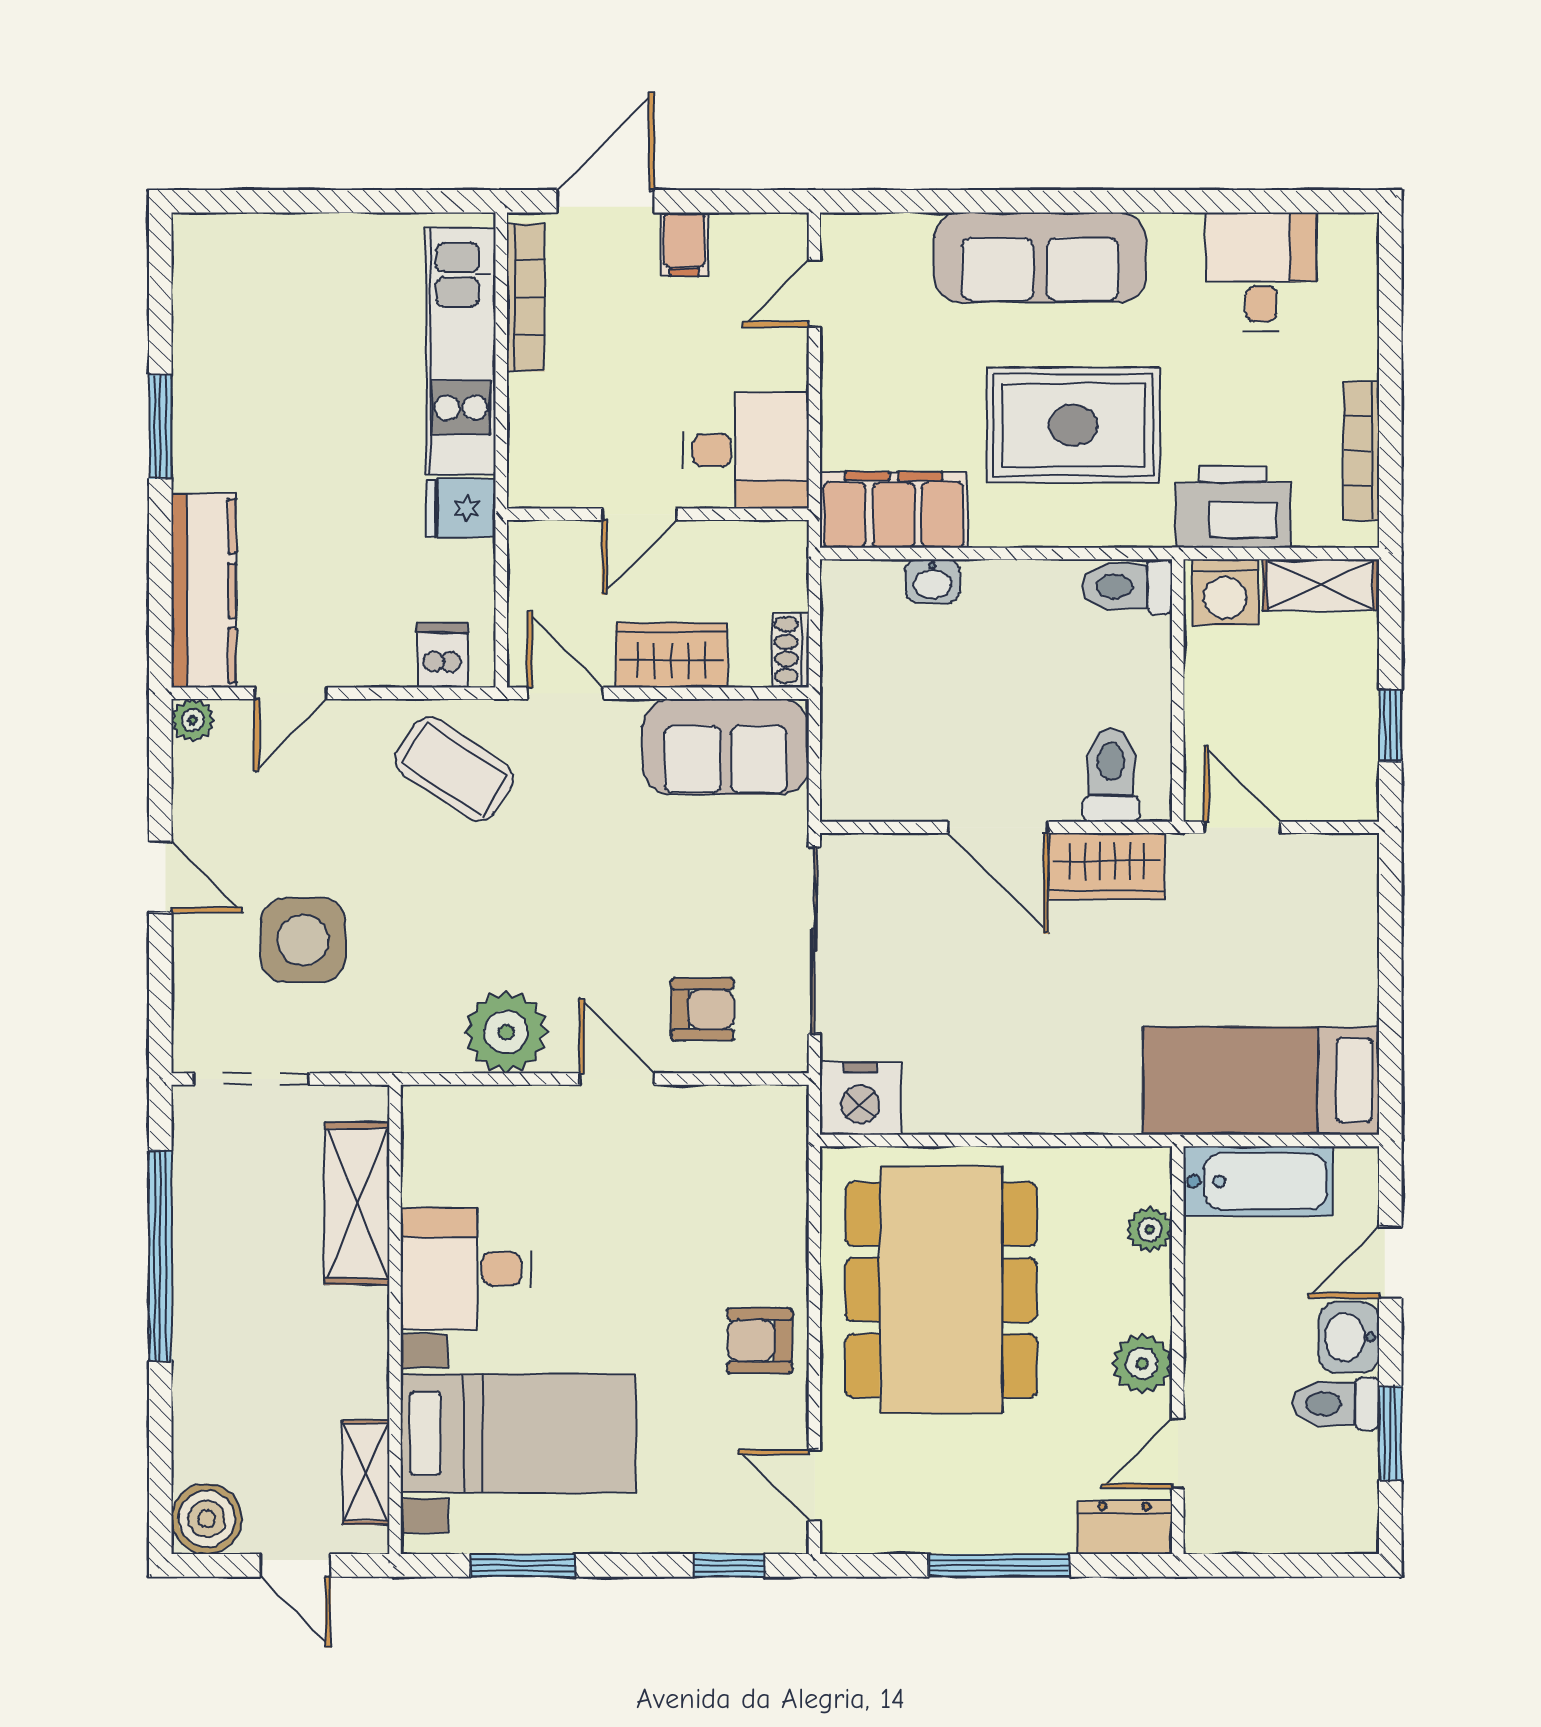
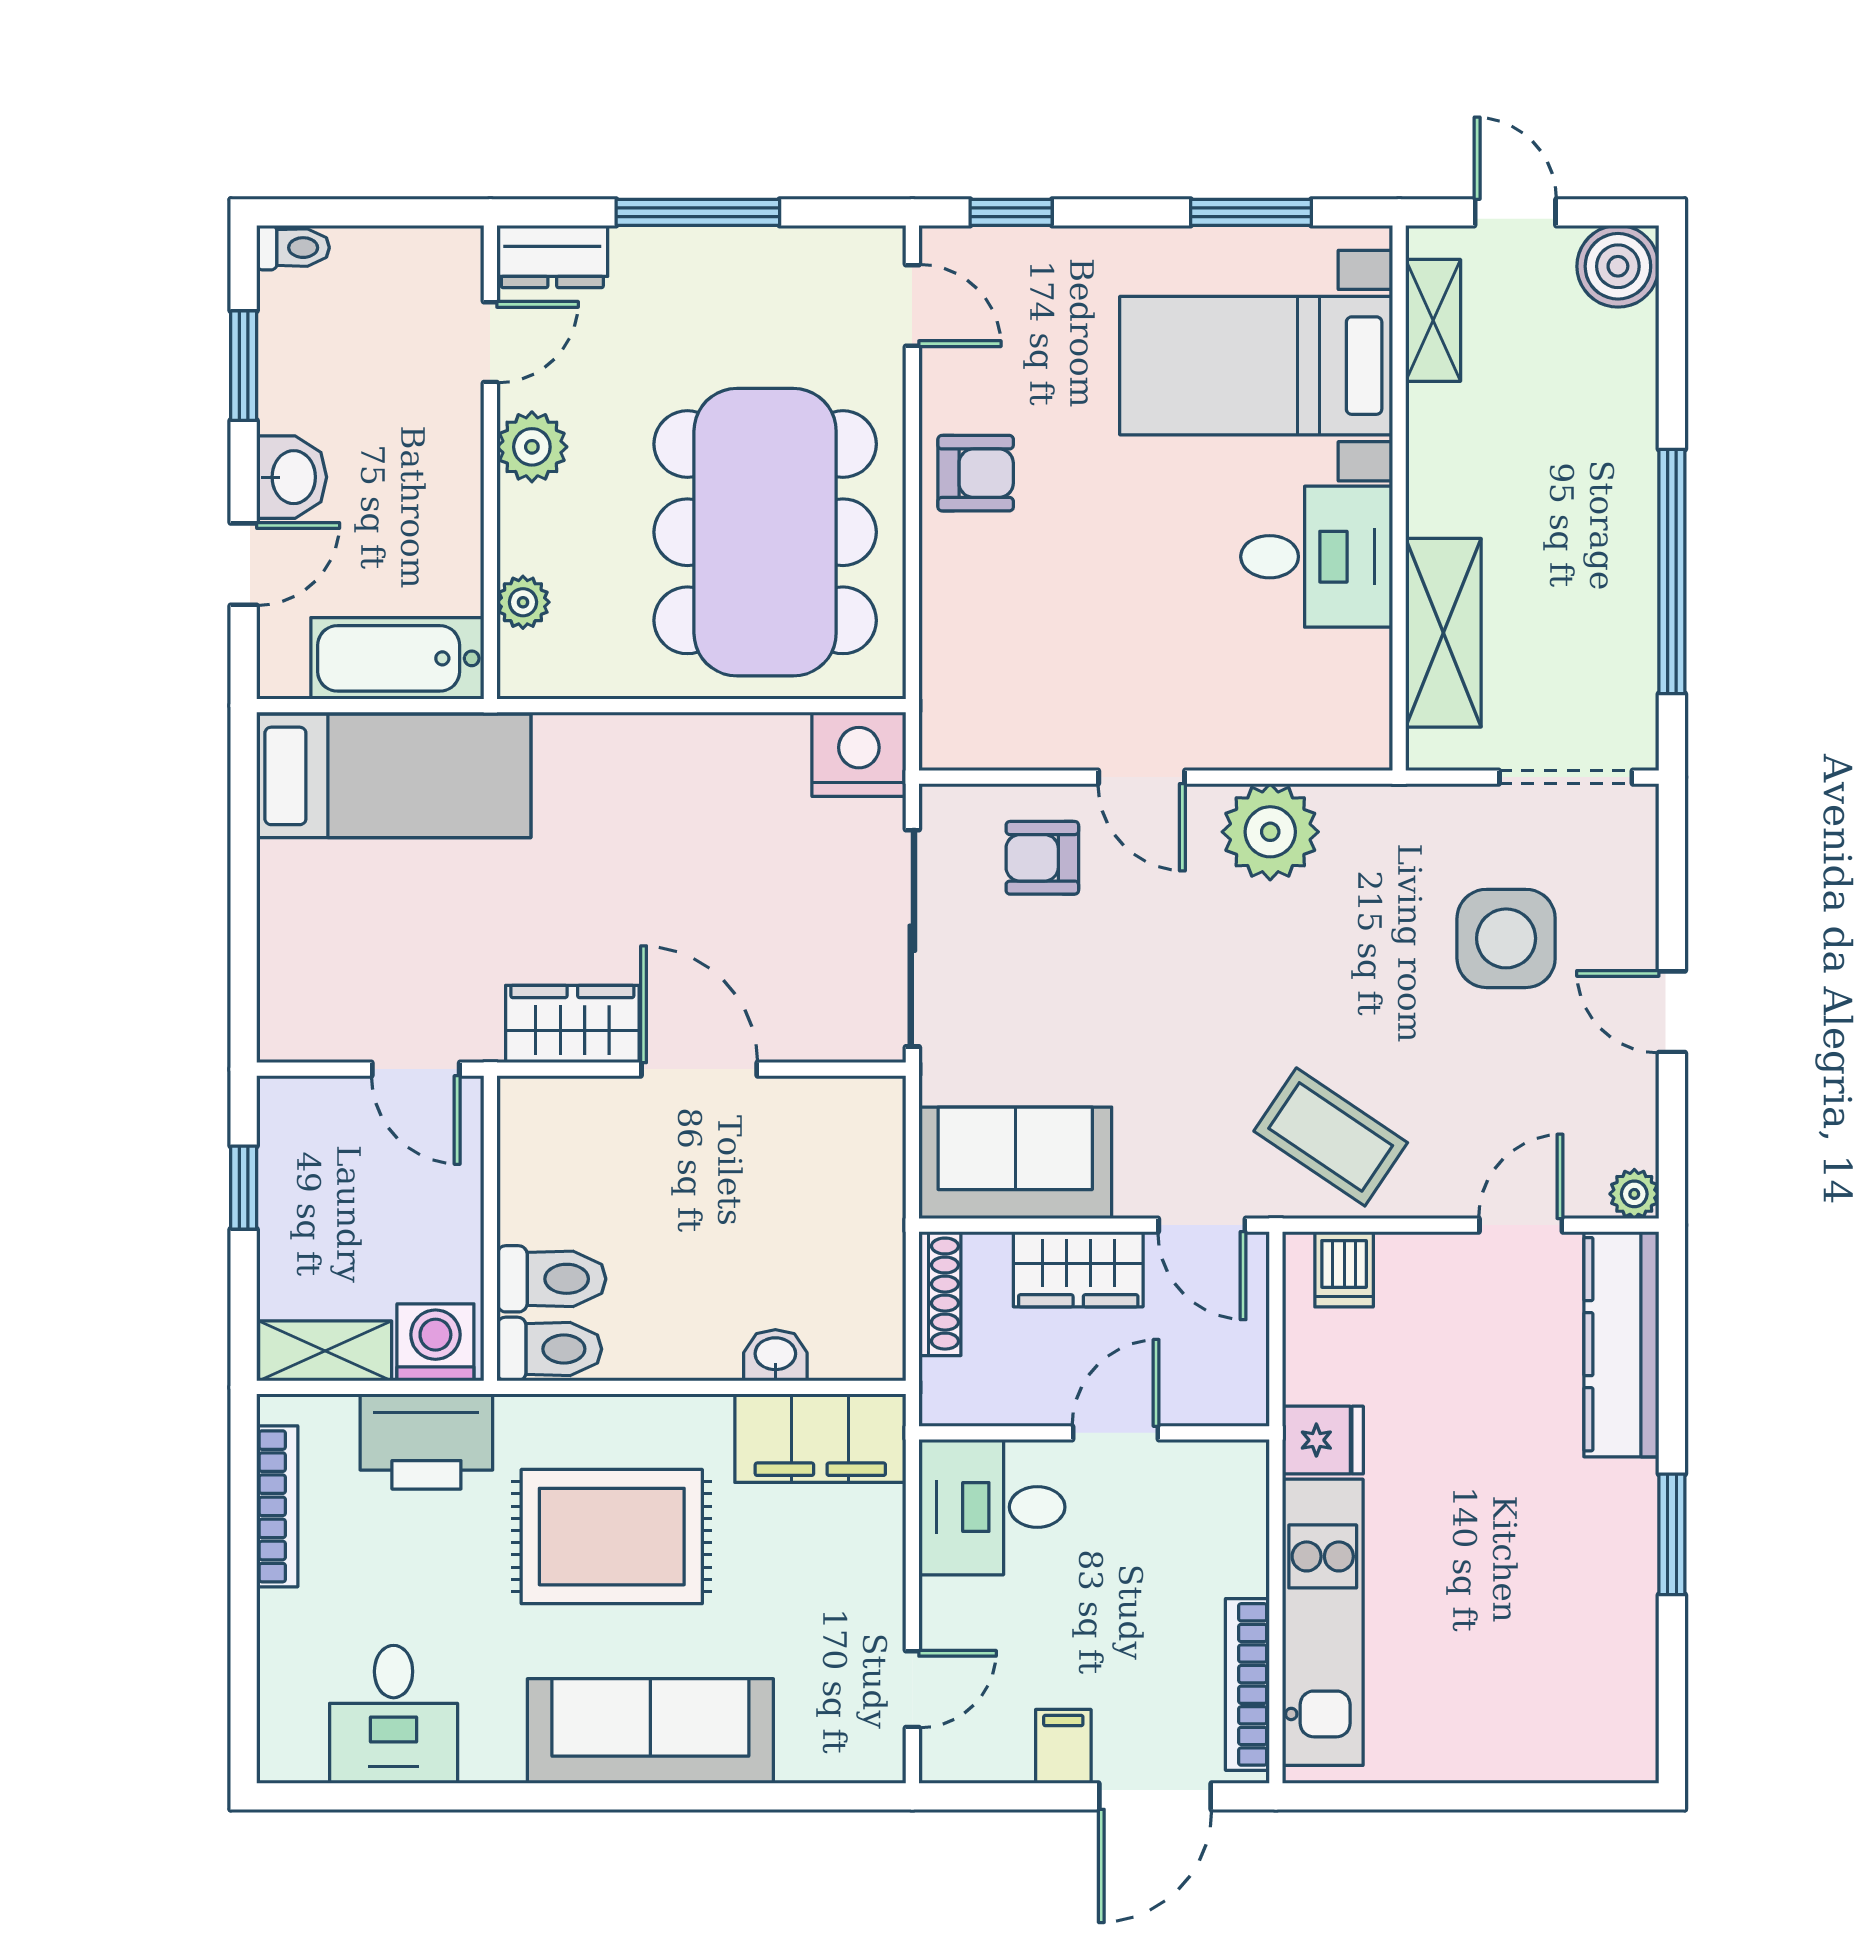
shoe rack: (791, 650) -> (940, 1294), width x1.43
toilet: (1111, 775) -> (551, 1279), moved, turned -90
toilet: (1336, 1404) -> (293, 248), moved, width x0.73, depth x0.72

